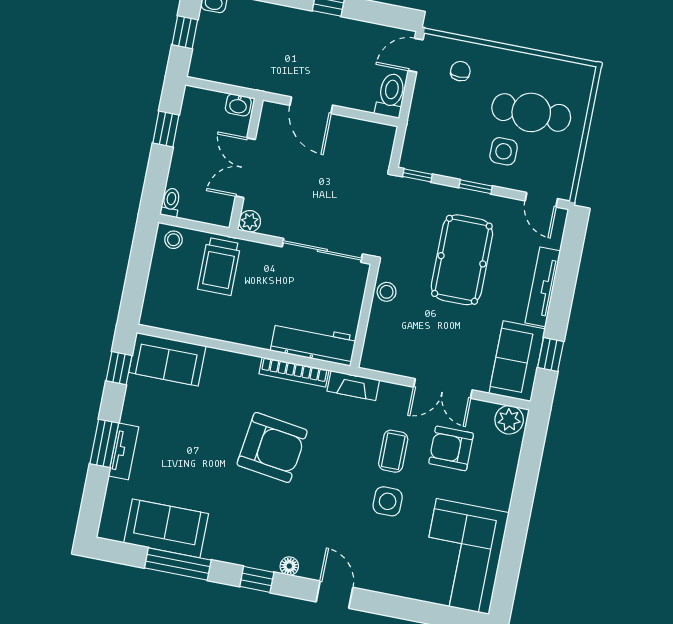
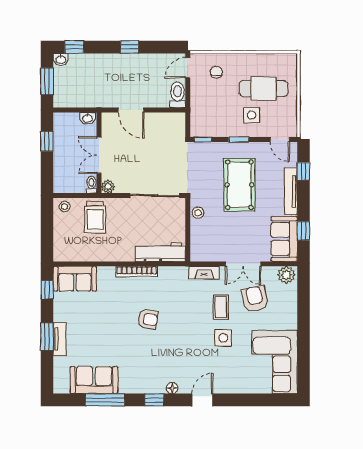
window: (185, 32) -> (47, 81), width x1.50
toilet: (171, 202) -> (91, 185), moved
window: (569, 258) -> (303, 171), added
bookcase: (294, 372) -> (137, 272), moved
fireplace: (353, 386) -> (204, 273), moved
armchair: (272, 448) -> (148, 319), width x0.53, depth x0.53
armchair: (451, 448) -> (255, 299), turned 78
door: (334, 595) -> (202, 400), hinge flipped

